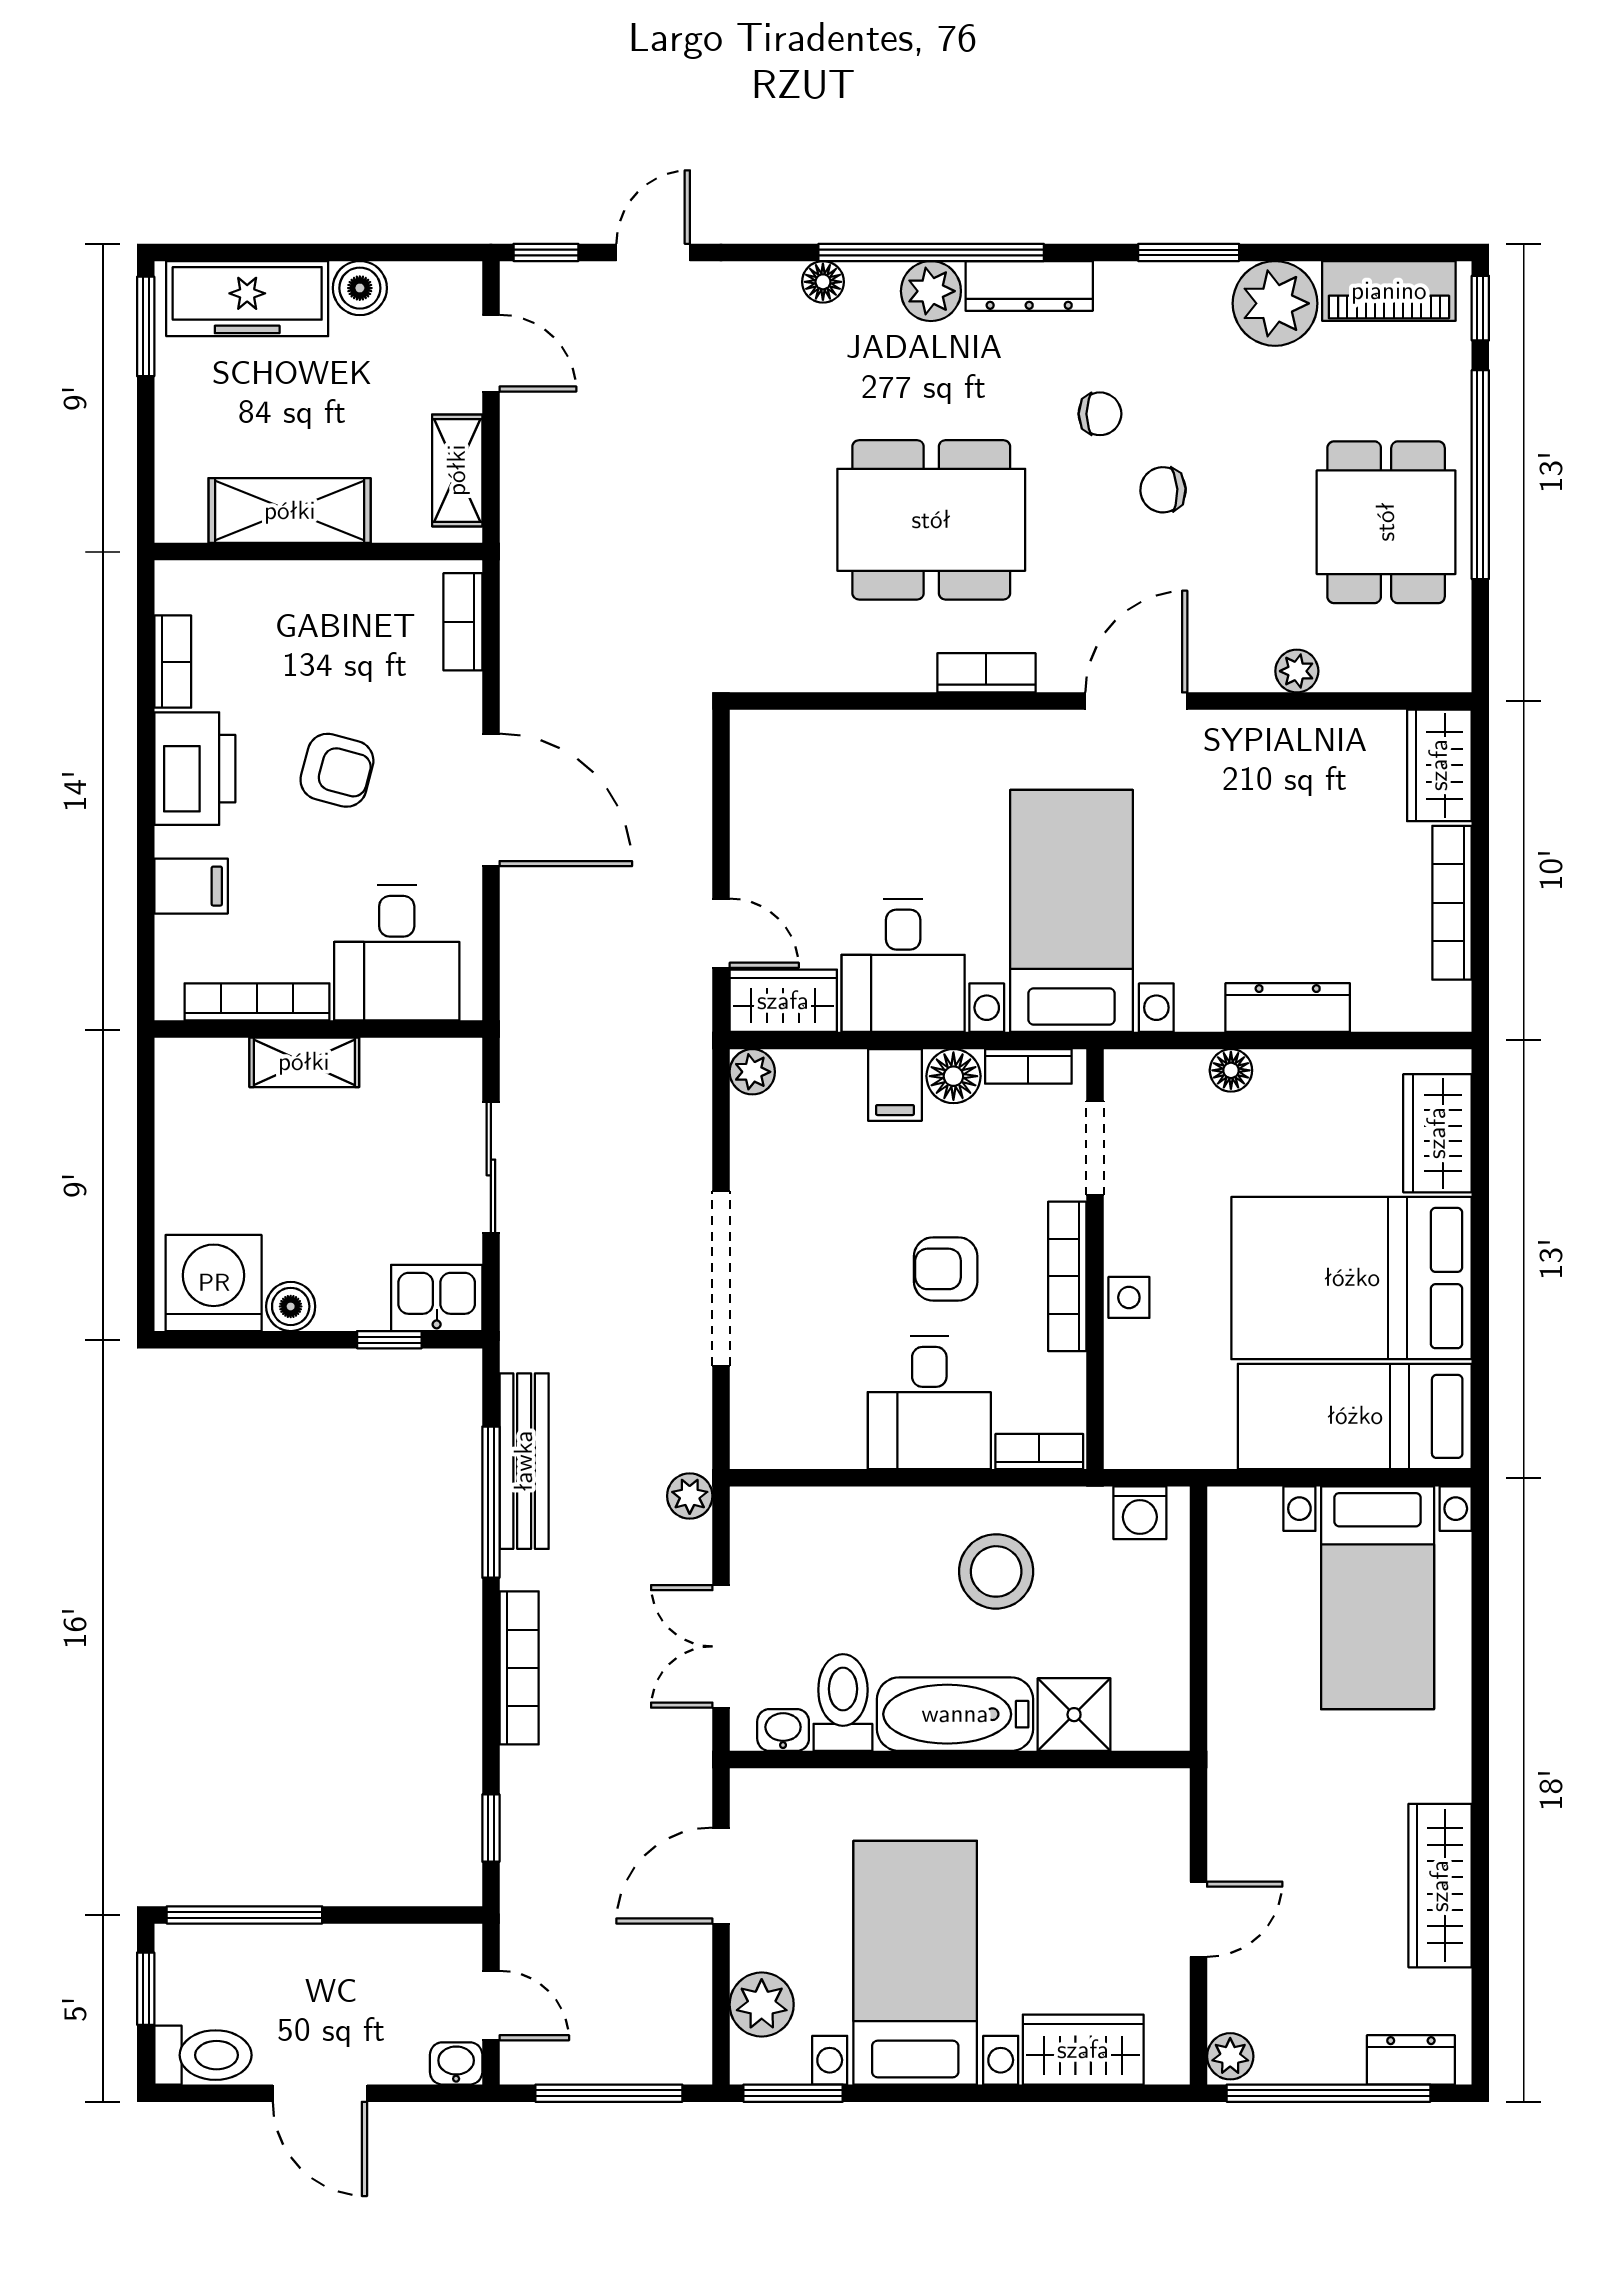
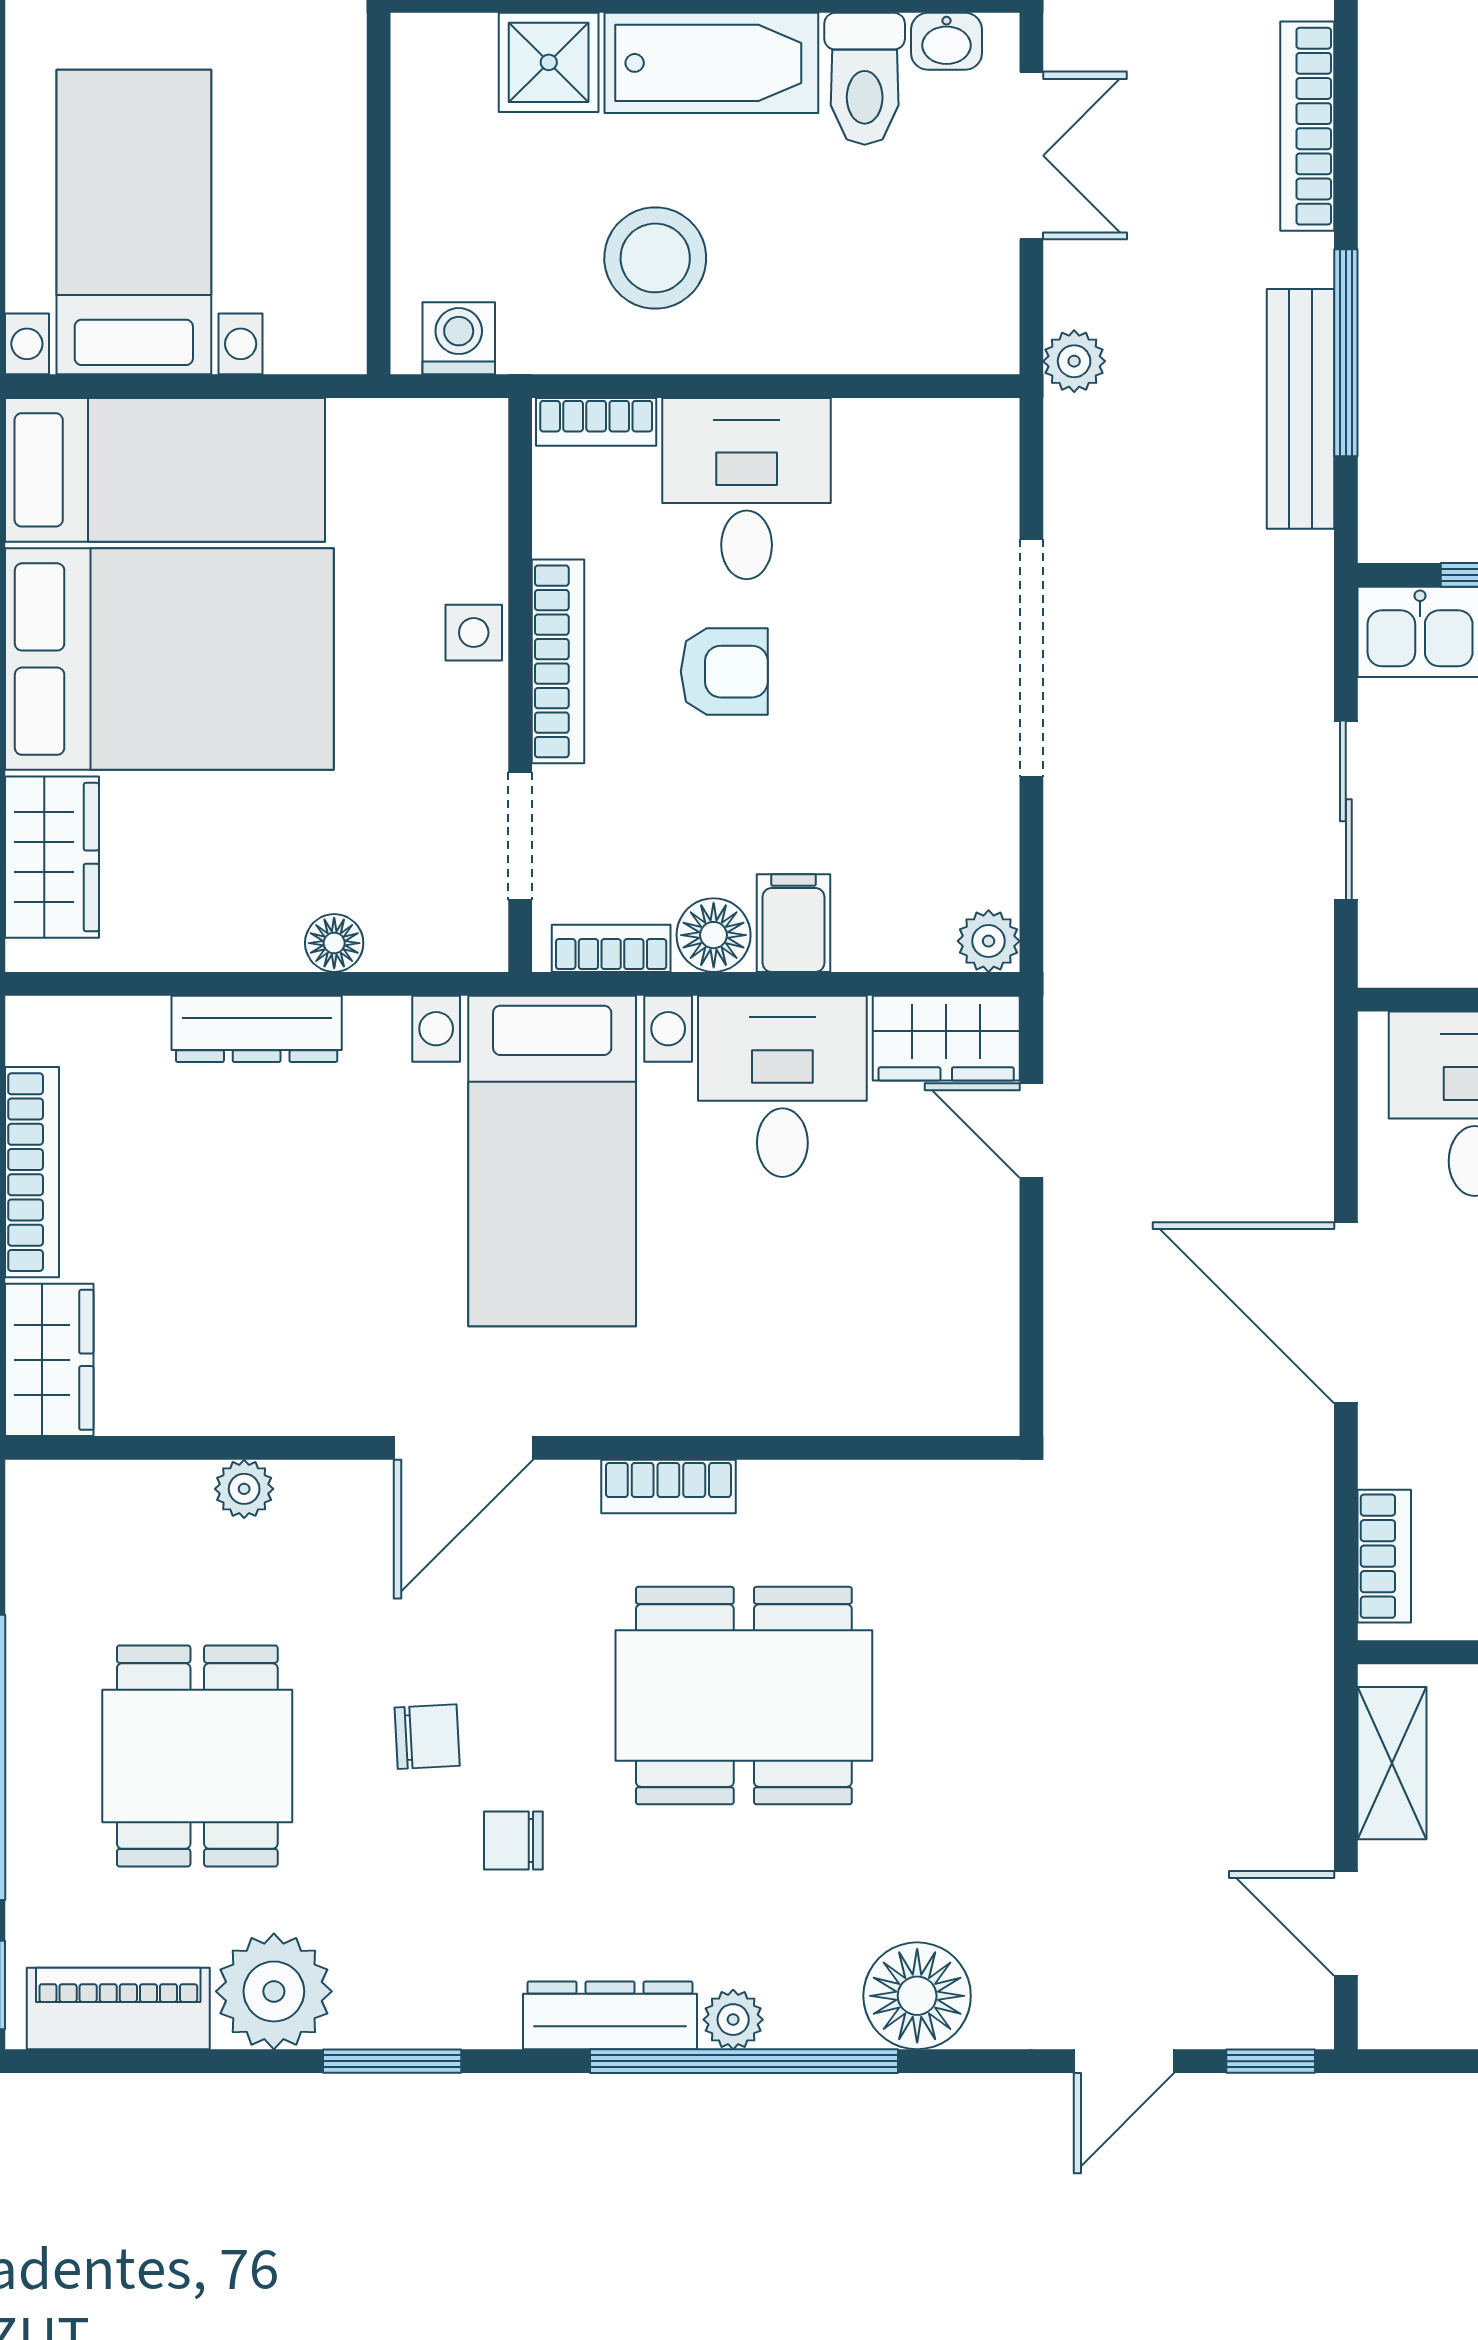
floor lamp: (823, 282) -> (917, 1996), width x1.89, depth x1.89
plant: (931, 291) -> (733, 2020), width x0.73, depth x0.73
dining table: (1386, 522) -> (197, 1756), moved

